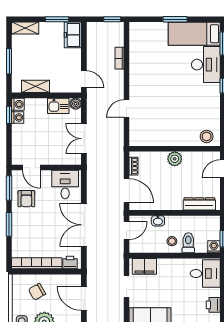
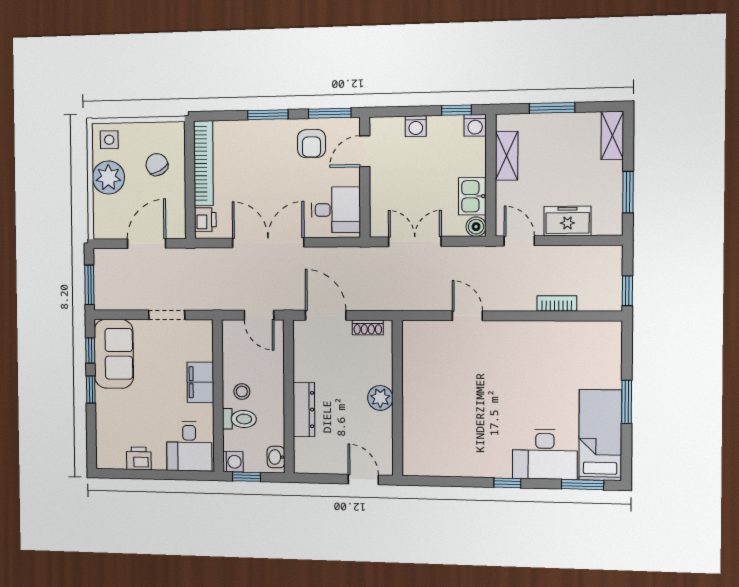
freezer: (73, 35) -> (567, 221), moved
door: (84, 79) -> (519, 241), swing flipped
washing machine: (18, 117) -> (416, 126), moved
stool: (207, 136) -> (419, 453), removed
door: (127, 191) -> (326, 315), swing flipped
armchair: (26, 199) -> (311, 144), turned -90
dresser: (199, 204) -> (304, 409), moved
washbasin: (158, 221) -> (276, 457), moved
filing cabinet: (144, 266) -> (200, 382), moved

